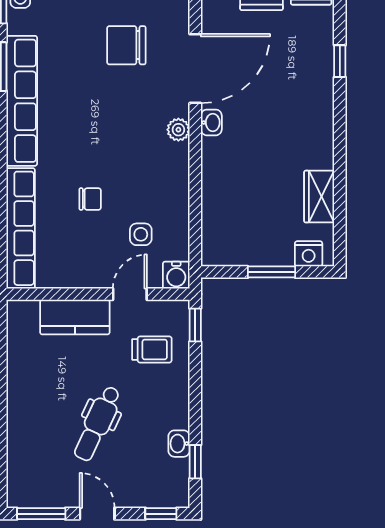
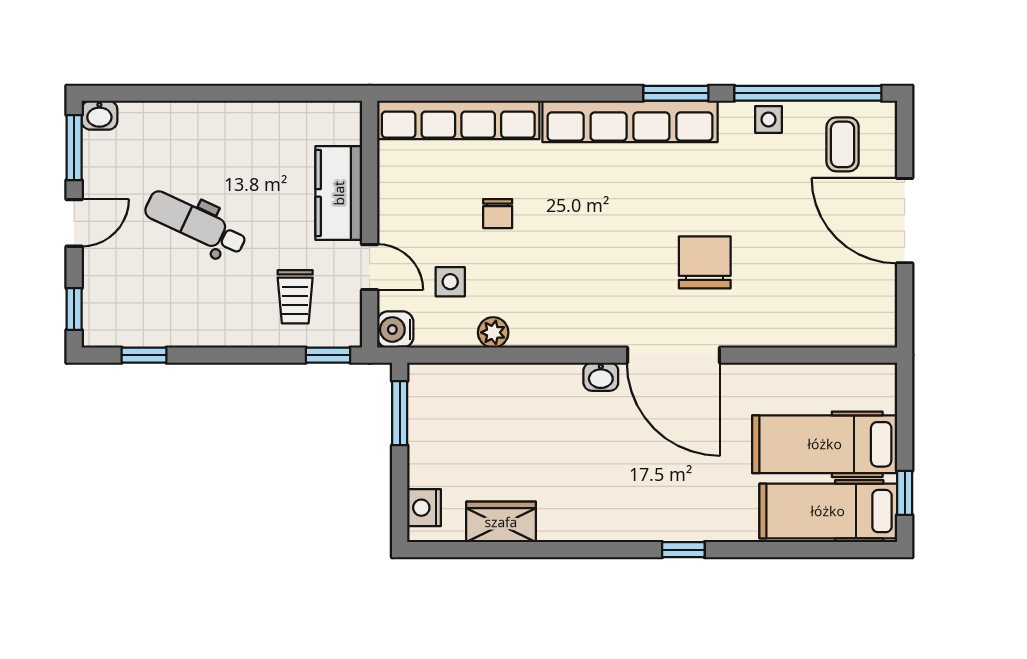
plant: (178, 130) -> (493, 332), moved
window: (271, 272) -> (400, 413), moved
washbasin: (179, 444) -> (99, 115), moved, turned 180

